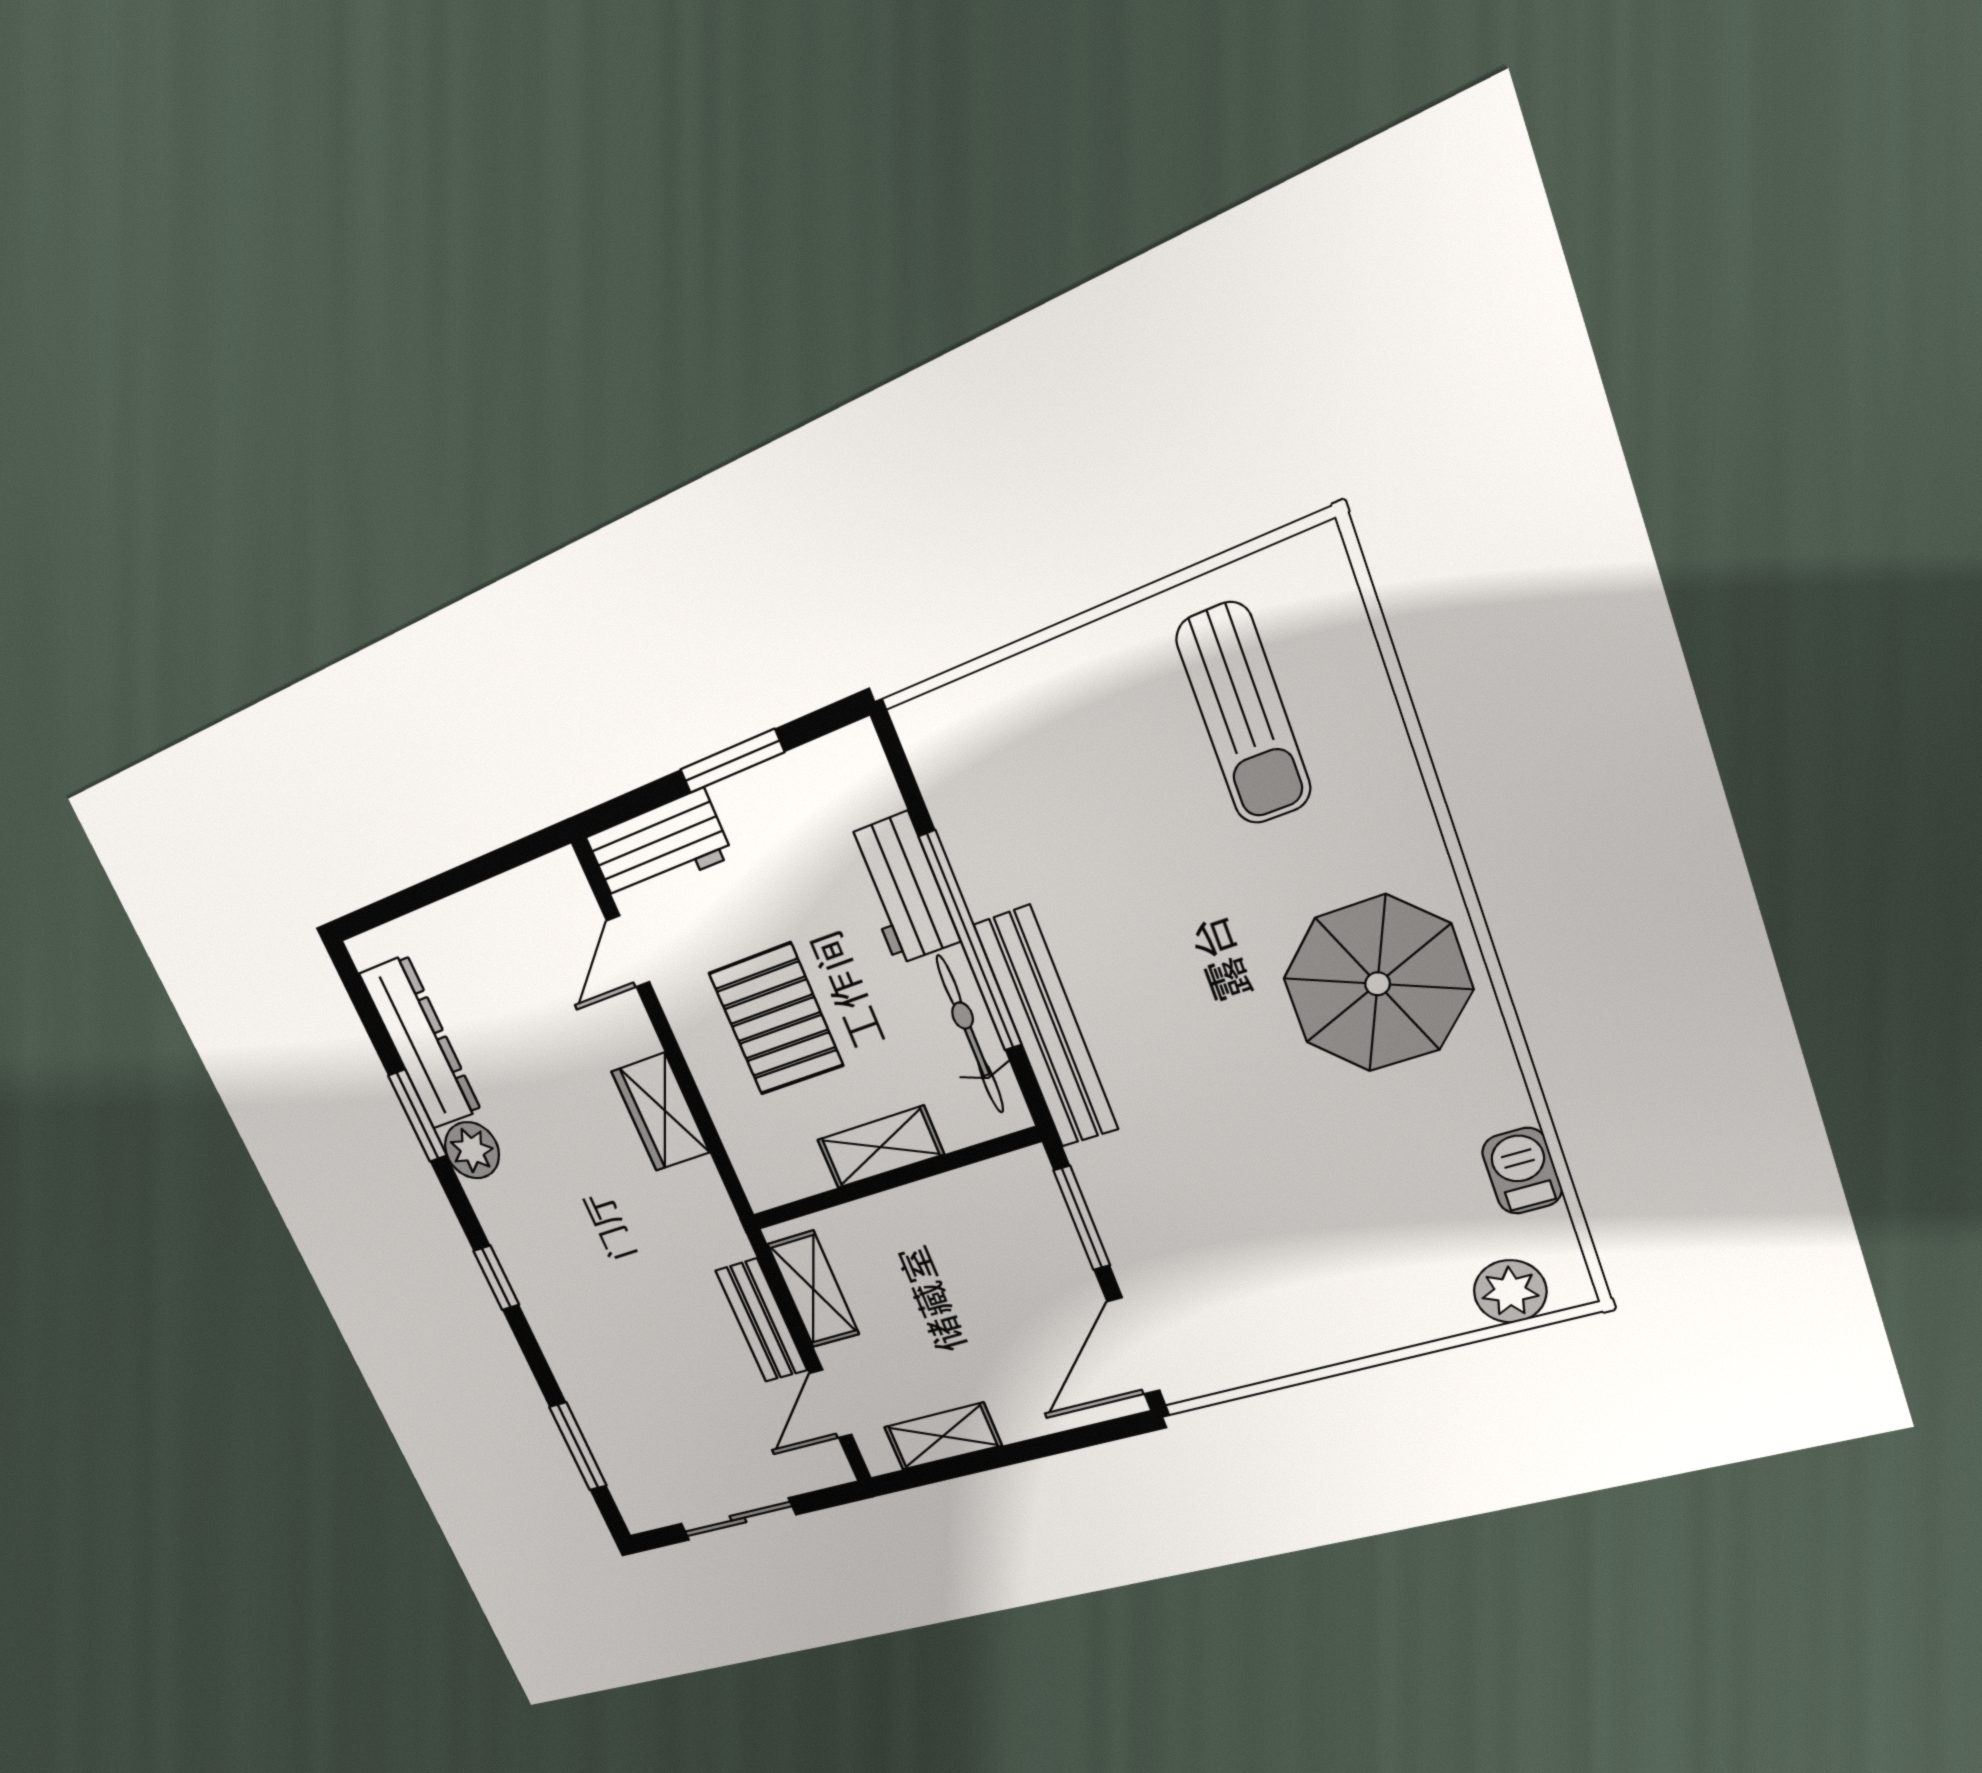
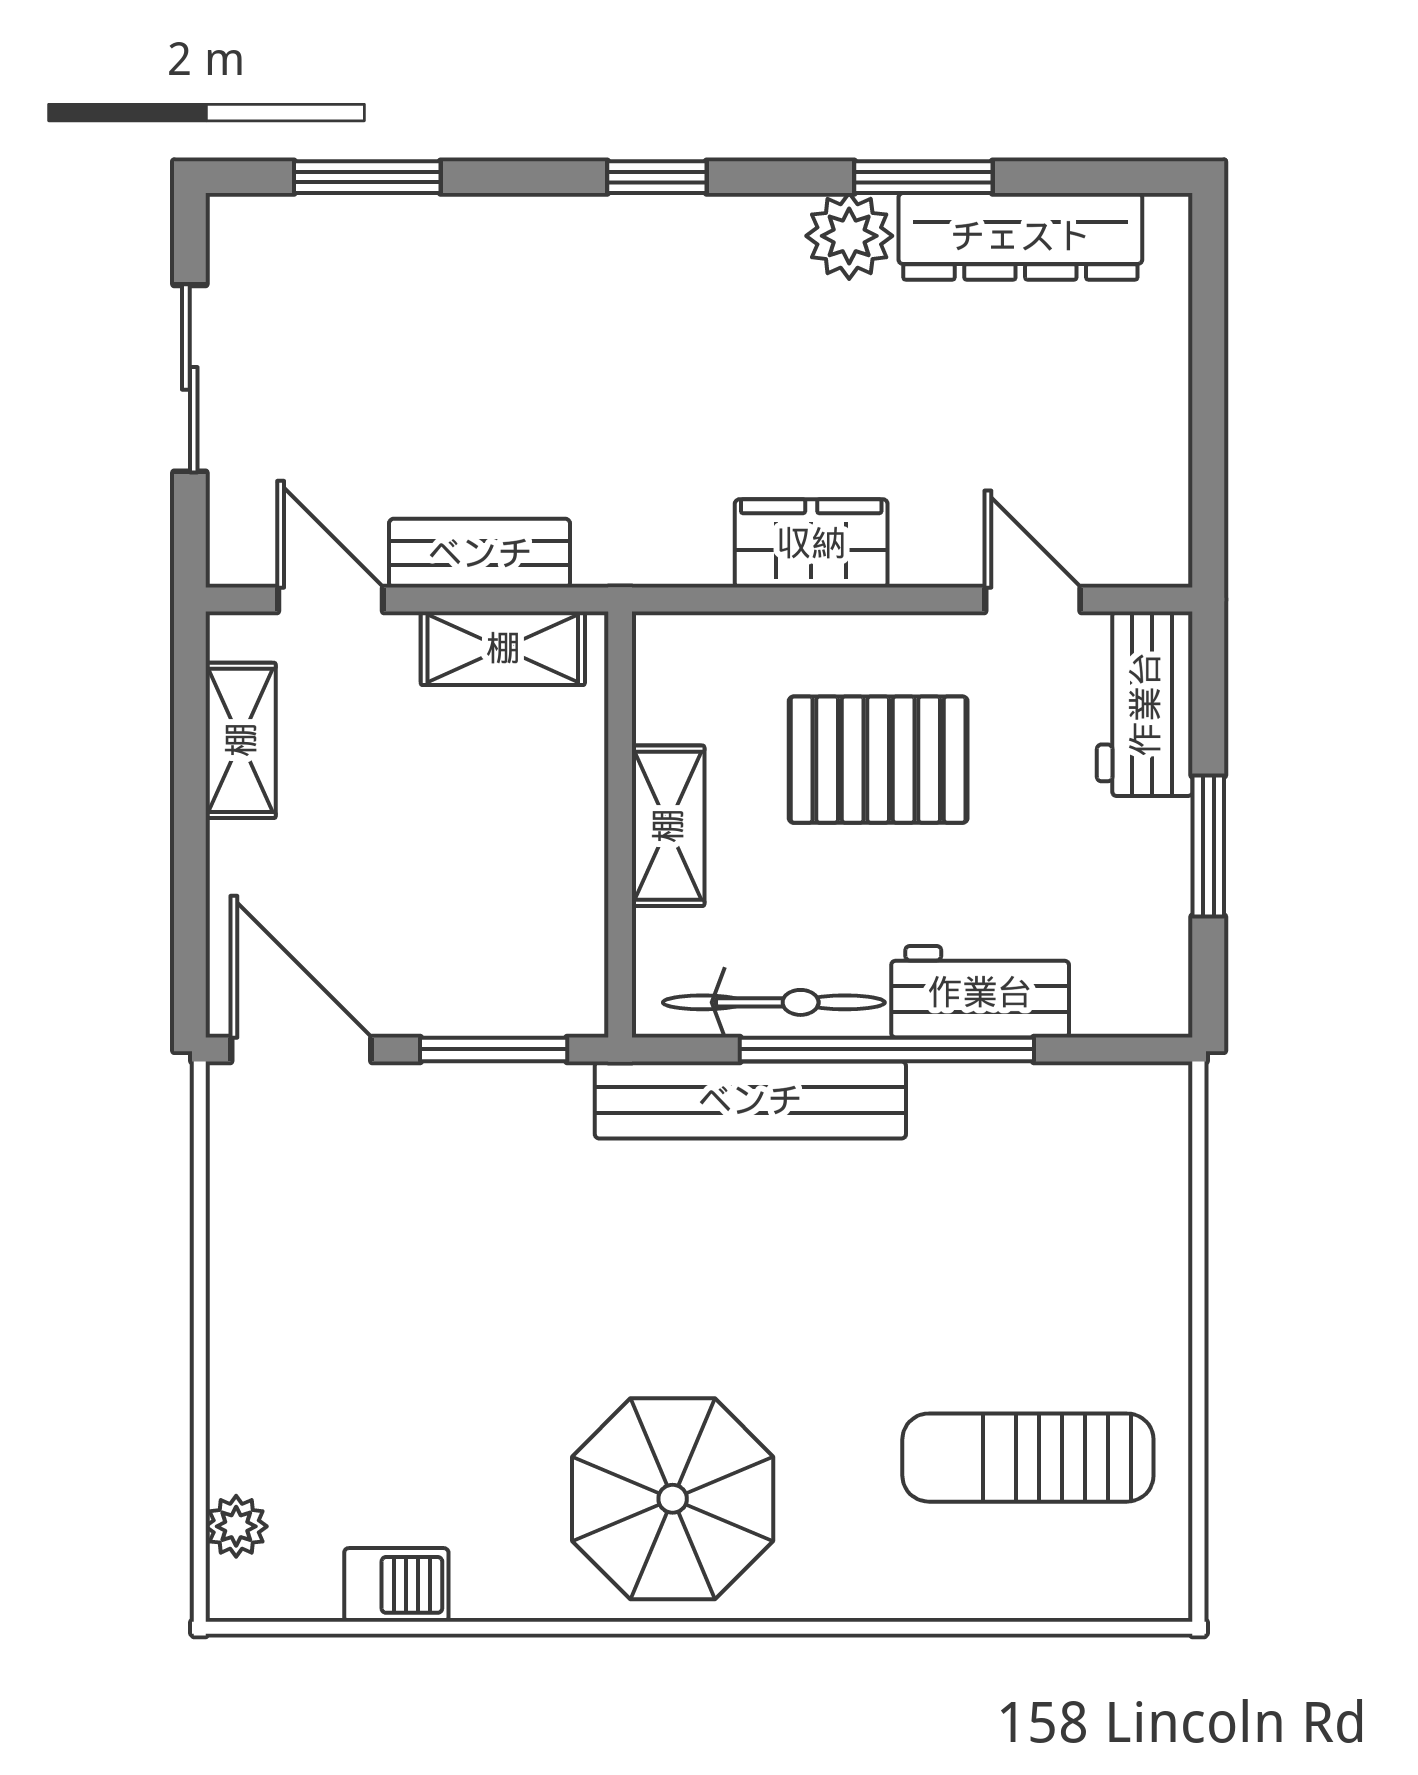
plant: (1510, 1291) -> (236, 1526), width x0.73, depth x0.73

